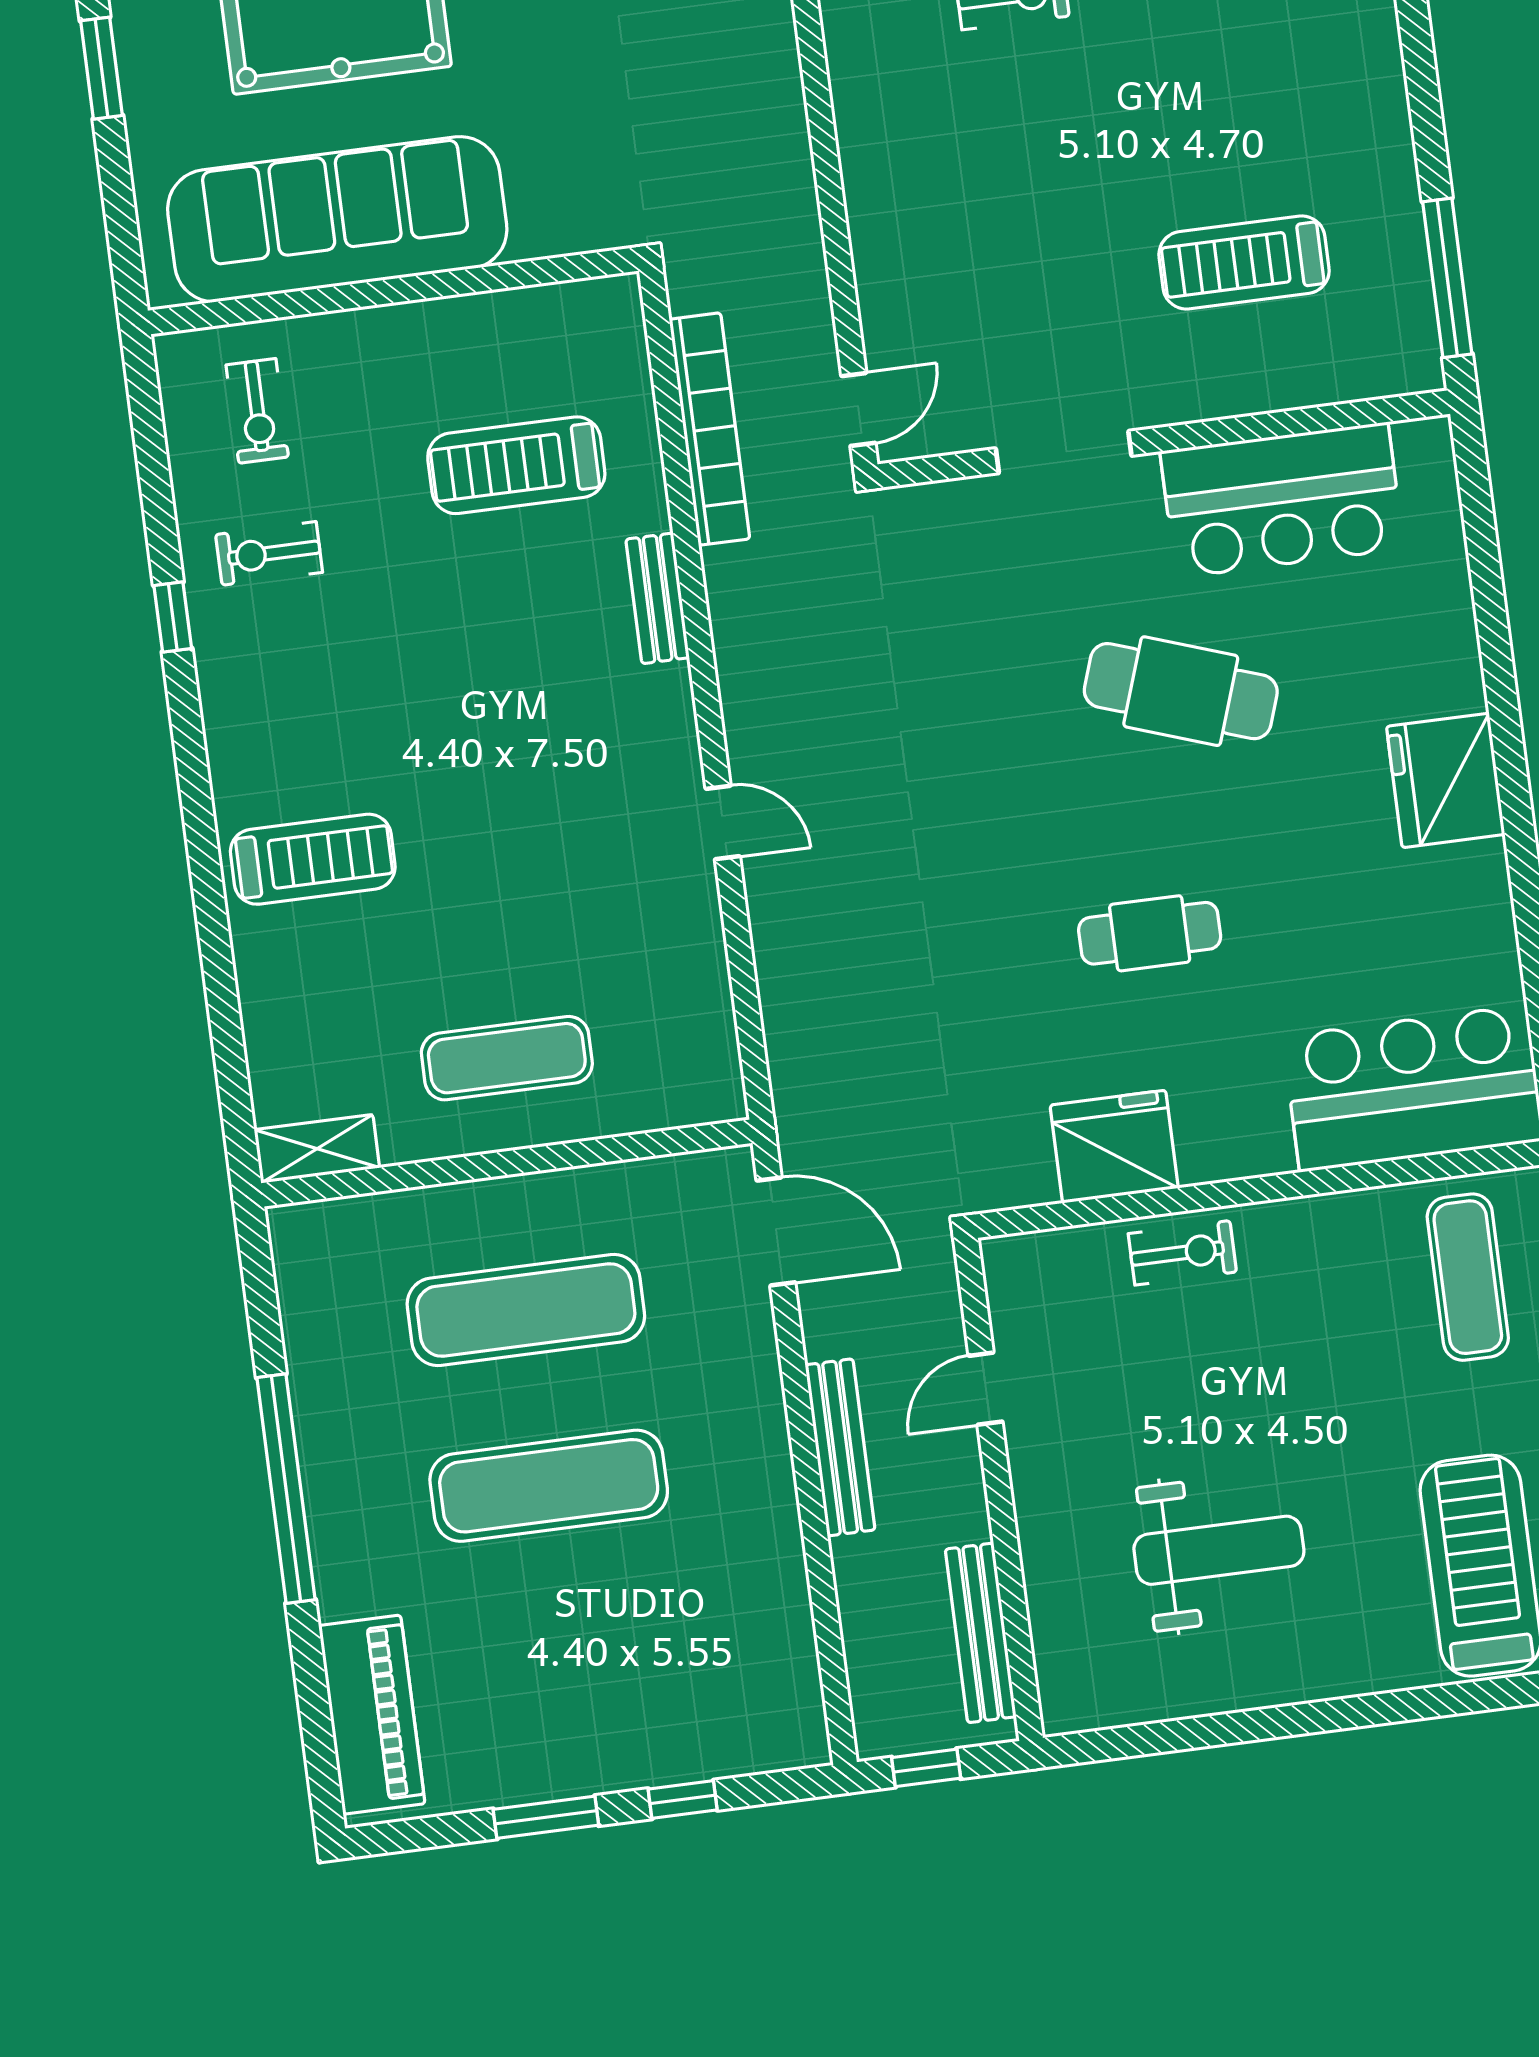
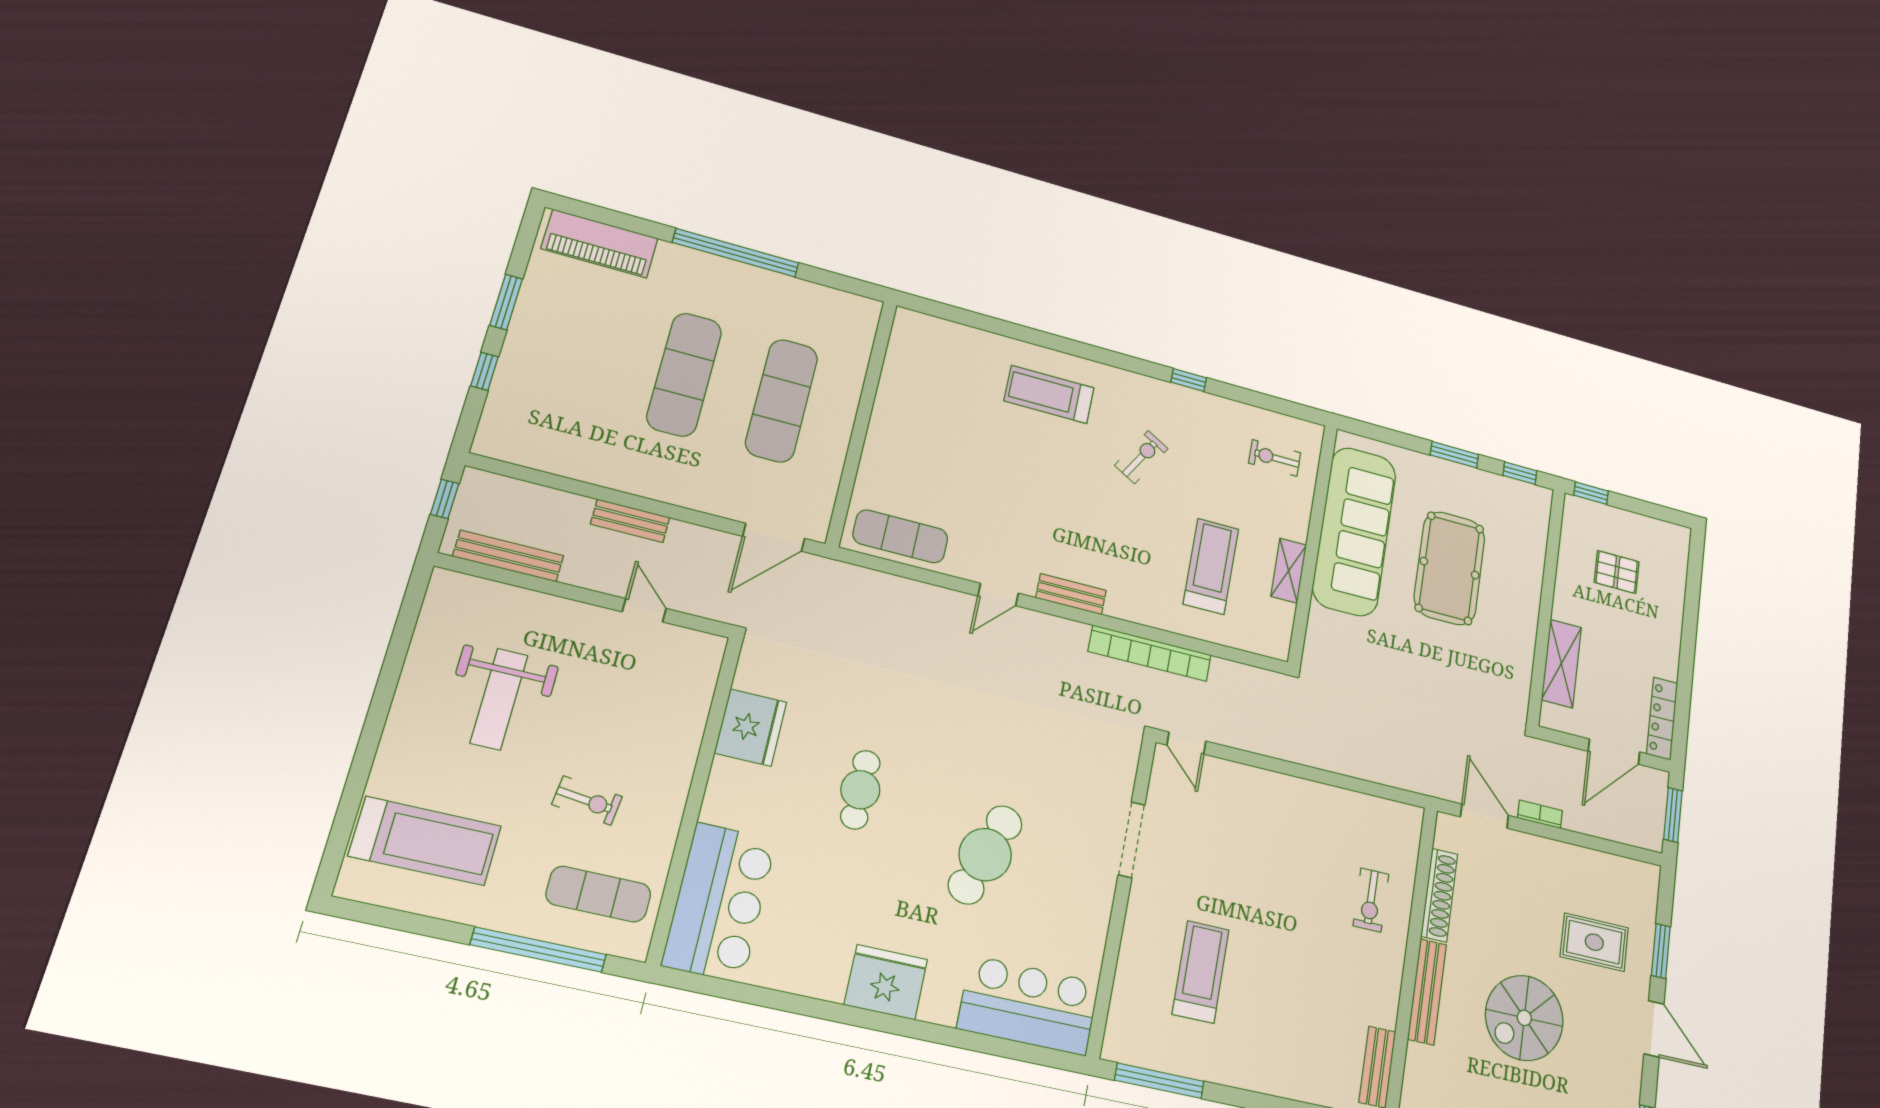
bookcase: (710, 429) -> (1150, 653), moved
bar counter: (1282, 500) -> (1028, 1005), moved, turned 90
exercise bike: (269, 553) -> (1141, 457), moved, turned 30
bench: (658, 598) -> (1071, 594), moved
treadmill: (313, 859) -> (1049, 394), turned 90
exercise mat: (507, 1058) -> (900, 536), moved, turned 90
shelving: (317, 1149) -> (1289, 571), moved
exercise bike: (1182, 1253) -> (587, 801), moved, turned -83
bench: (840, 1447) -> (630, 521), width x0.73

